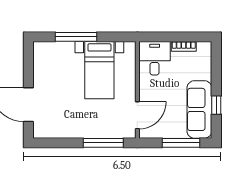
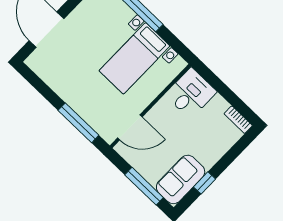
bookcase: (184, 46) -> (238, 120), moved
sofa: (199, 109) -> (181, 179), width x0.73

